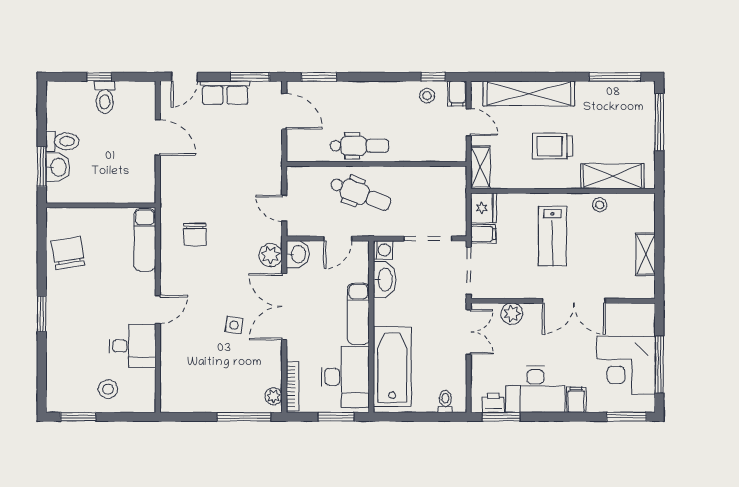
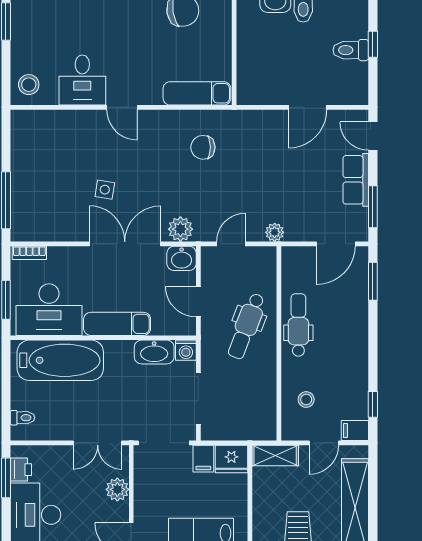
stool: (427, 96) -> (306, 400), moved
dental chair: (359, 146) -> (298, 325), turned 180
bookcase: (293, 386) -> (29, 253), width x0.64
stool: (108, 389) -> (29, 85), moved
plant: (274, 396) -> (275, 232), moved

